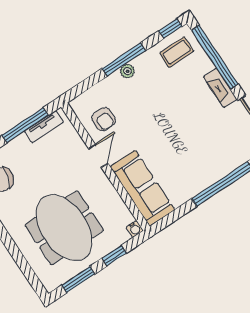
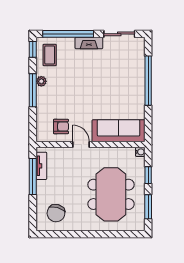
plant: (127, 71) -> (41, 81), moved
meeting table: (64, 228) -> (111, 194), turned 90

